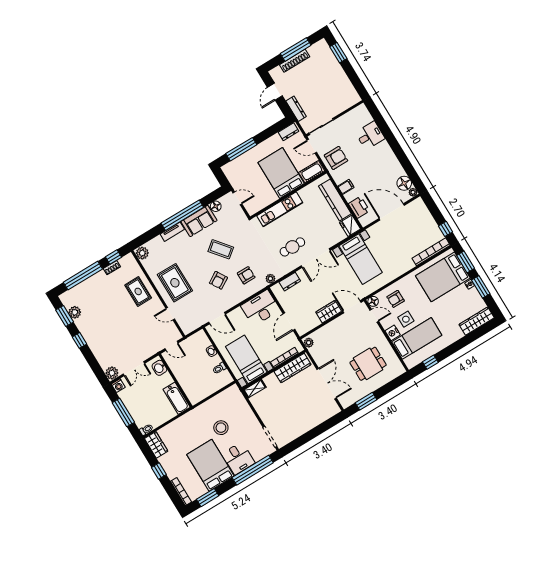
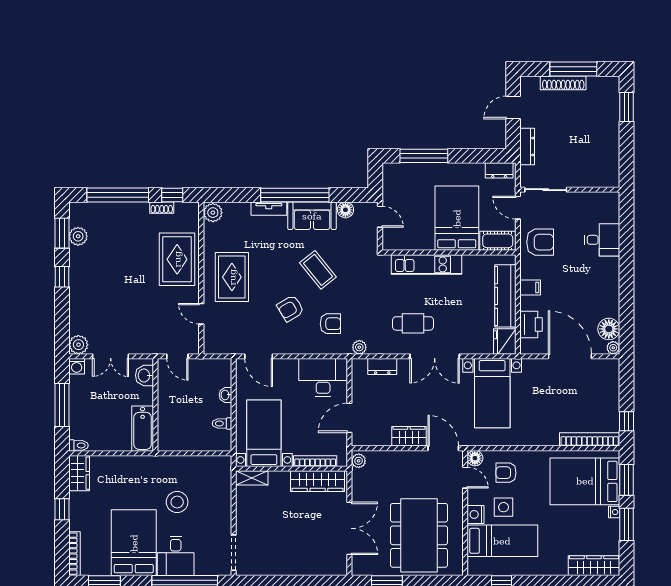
rug: (138, 291) -> (177, 259), width x1.36, depth x1.43
dining table: (368, 364) -> (419, 535), width x1.88, depth x1.24

